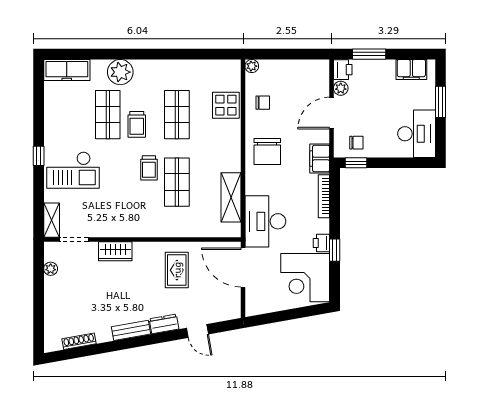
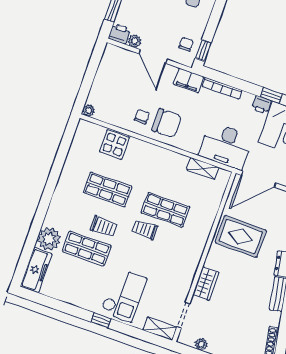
plant: (120, 72) -> (49, 239), moved
chair: (263, 103) -> (142, 117), moved
trolley: (149, 168) -> (145, 229), turned 180
shelving: (231, 197) -> (203, 168), width x0.67, depth x0.75
rug: (177, 270) -> (241, 237), width x1.36, depth x1.43

